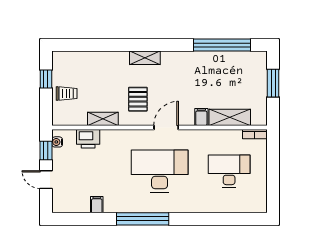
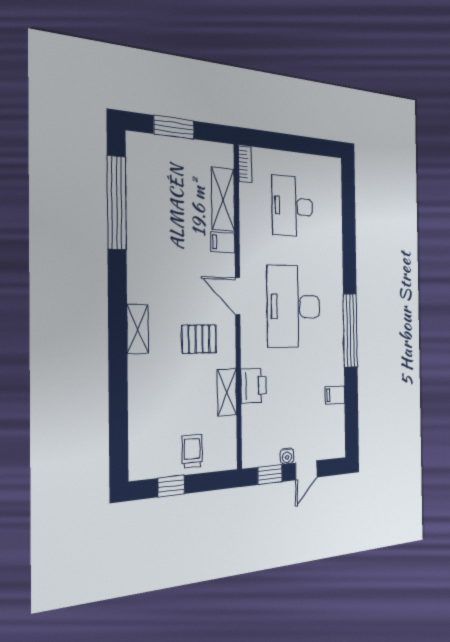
printer: (88, 139) -> (254, 386), moved
water cooler: (57, 142) -> (287, 456), moved

